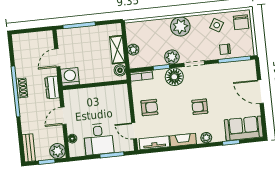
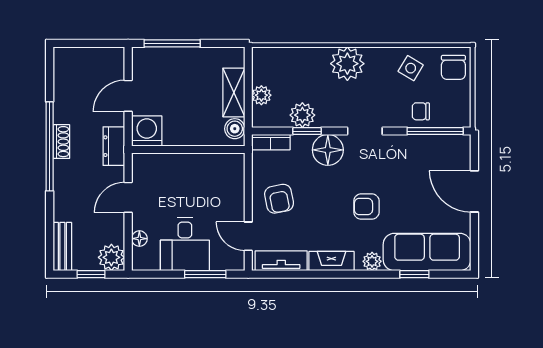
plant: (172, 57) -> (302, 115), moved
armchair: (149, 108) -> (279, 199), turned 79
sofa: (244, 128) -> (427, 252), width x1.36

